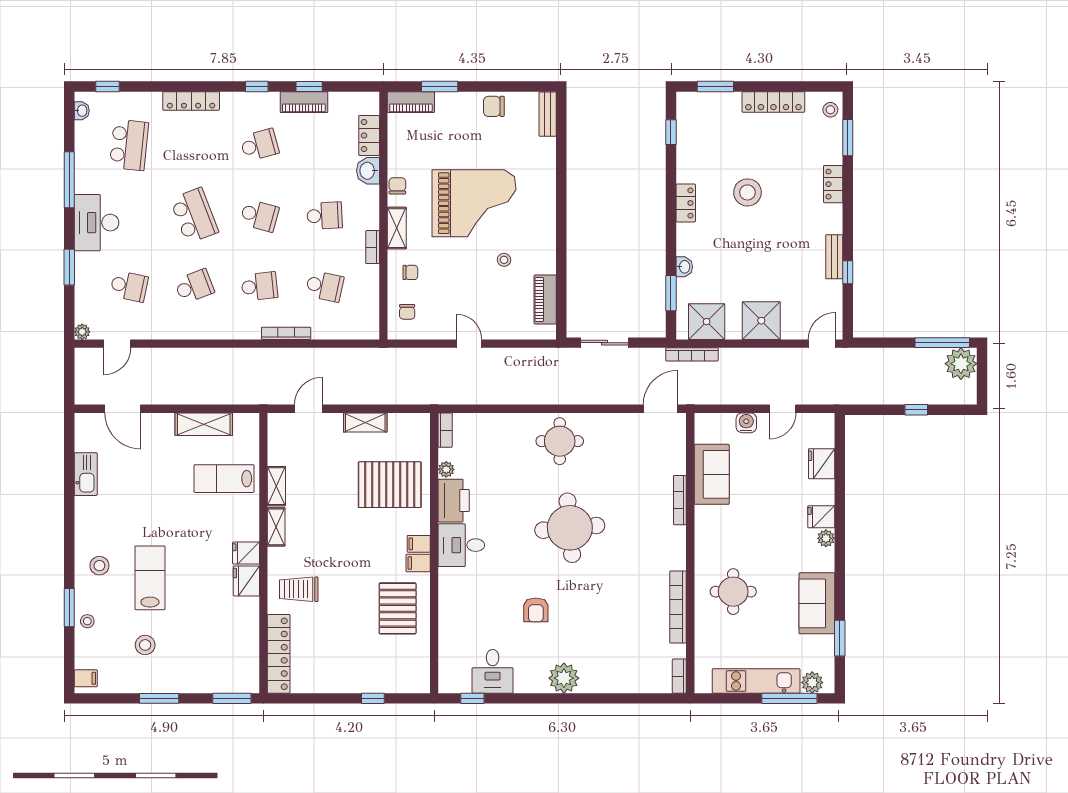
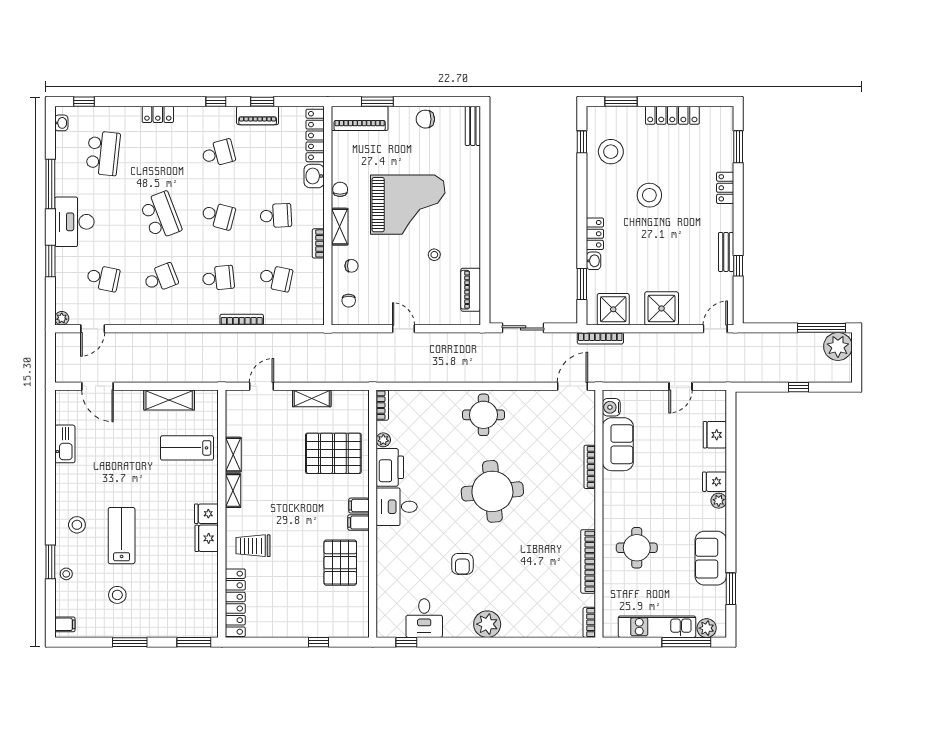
locker: (191, 101) -> (158, 114), width x0.66
piano: (411, 102) -> (360, 118), width x1.37, depth x1.33
stool: (830, 110) -> (611, 152), moved, width x1.89, depth x1.89
locker: (369, 135) -> (315, 135), width x1.53
locker: (686, 203) -> (595, 234), moved
water cooler: (746, 423) -> (611, 407), moved, turned -90

